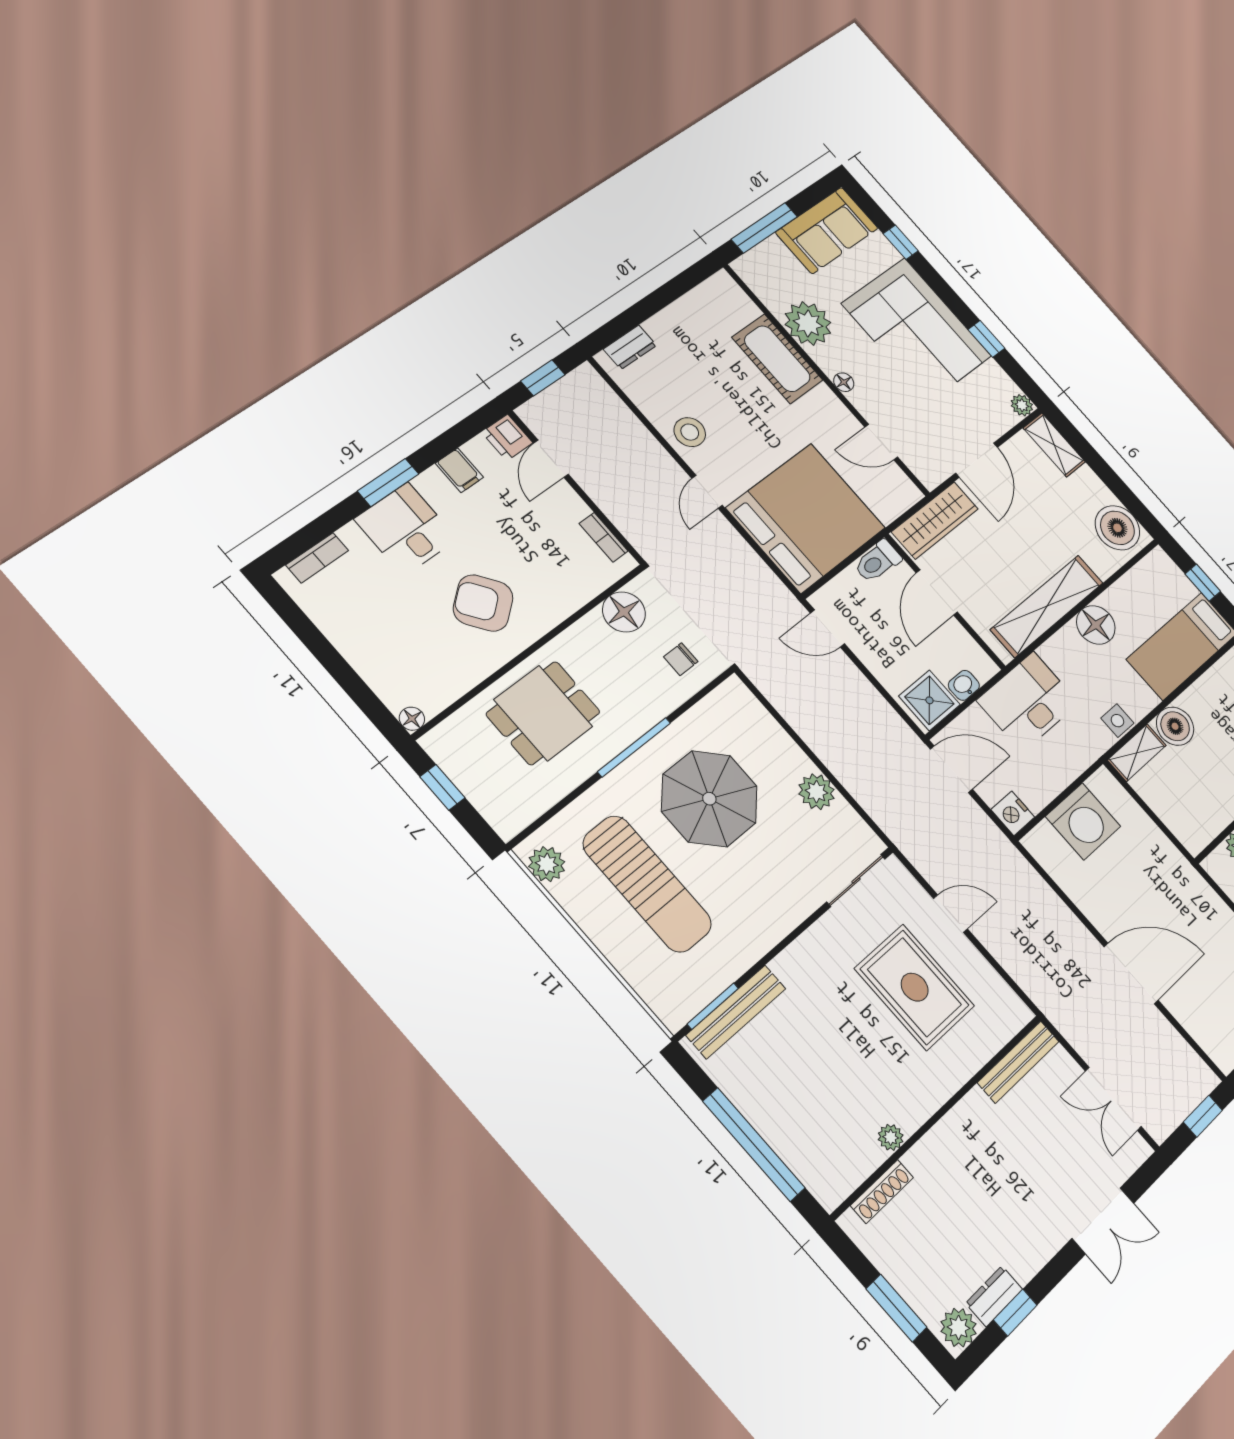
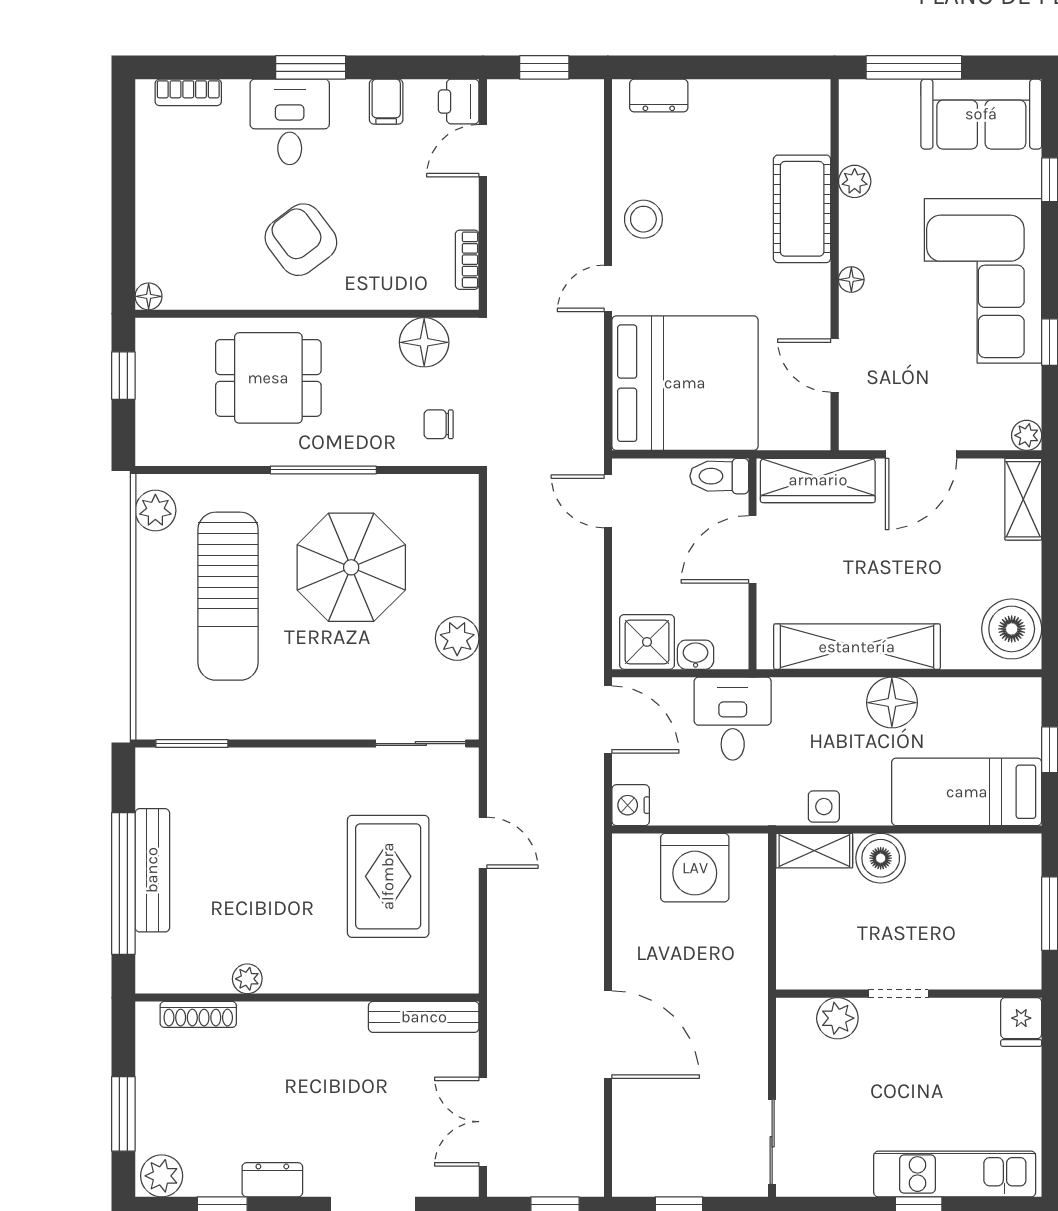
plant: (808, 323) -> (855, 181), width x0.53, depth x0.53
desk: (1028, 702) -> (733, 719), width x0.73
bench: (736, 1012) -> (152, 870), moved, turned 90
dresser: (994, 1296) -> (272, 1180), moved

